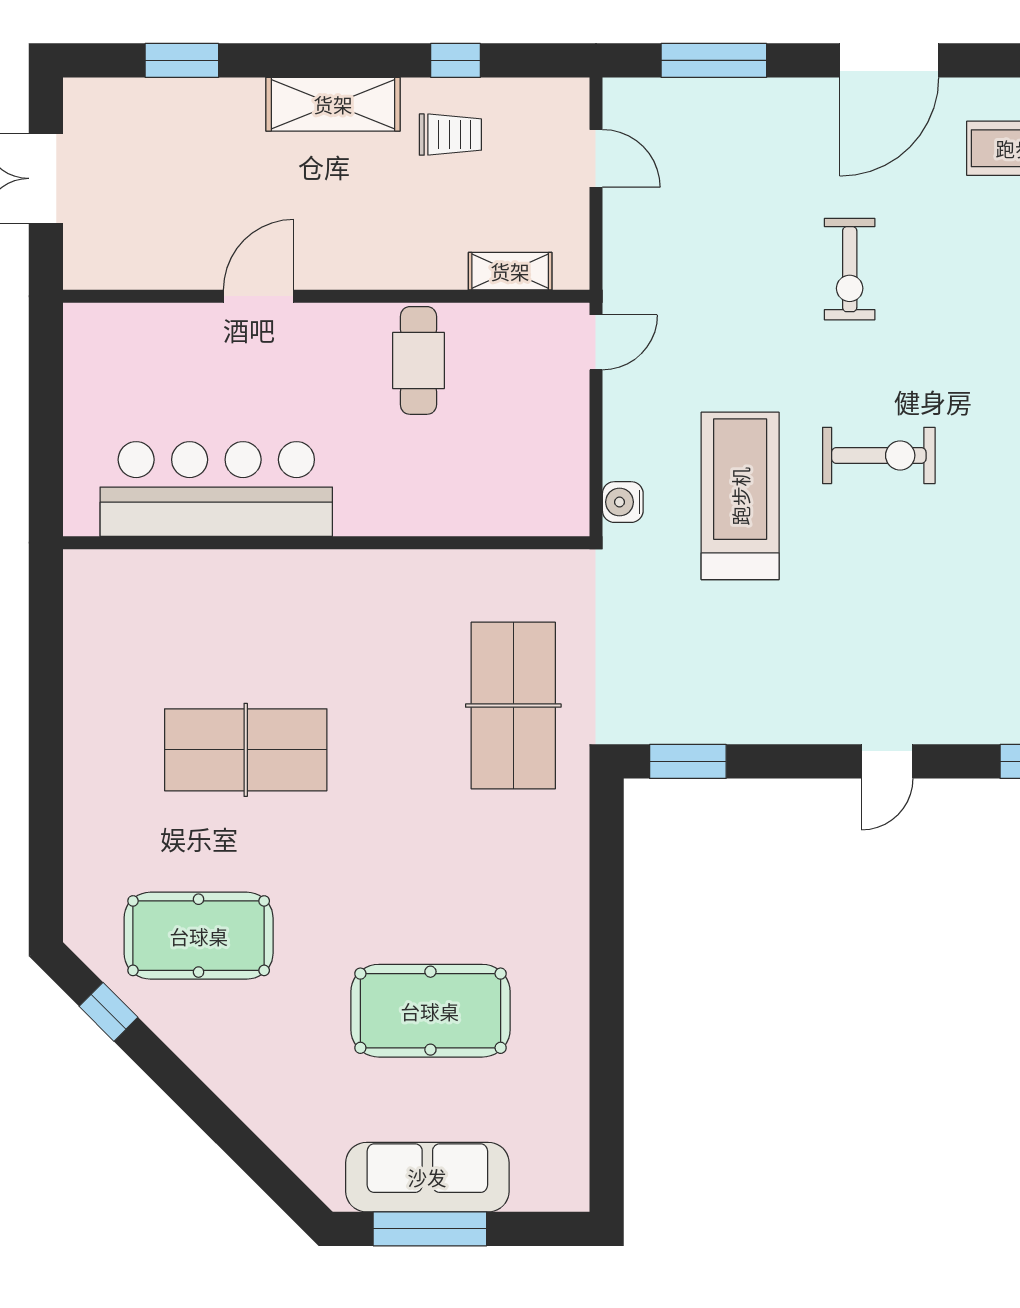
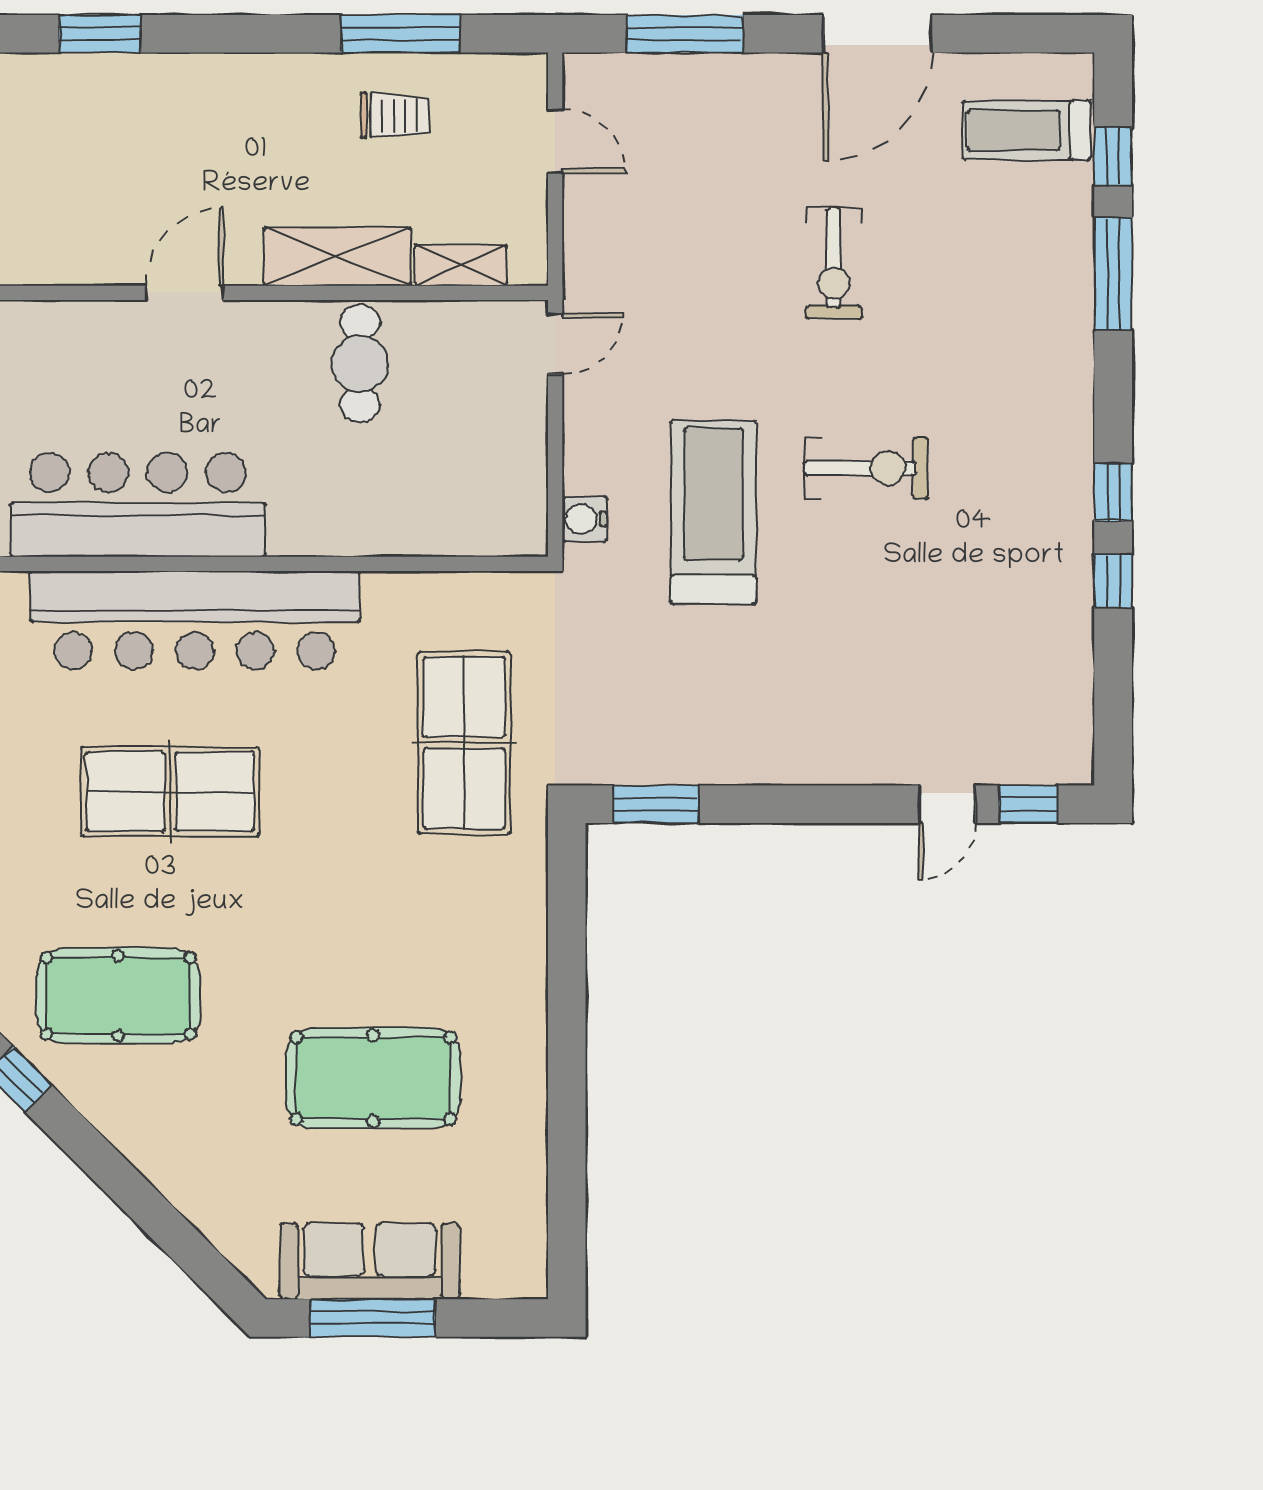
window: (456, 60) -> (401, 34), width x2.17
shelving: (333, 104) -> (338, 256), moved
bar counter: (268, 594) -> (195, 620), added
door: (887, 761) -> (947, 804), moved

